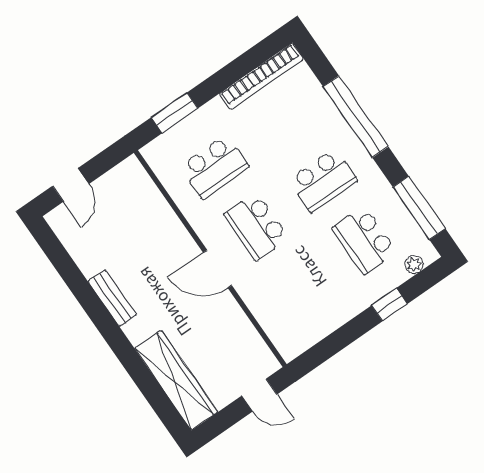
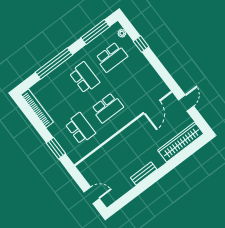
door: (217, 269) -> (152, 107), moved

